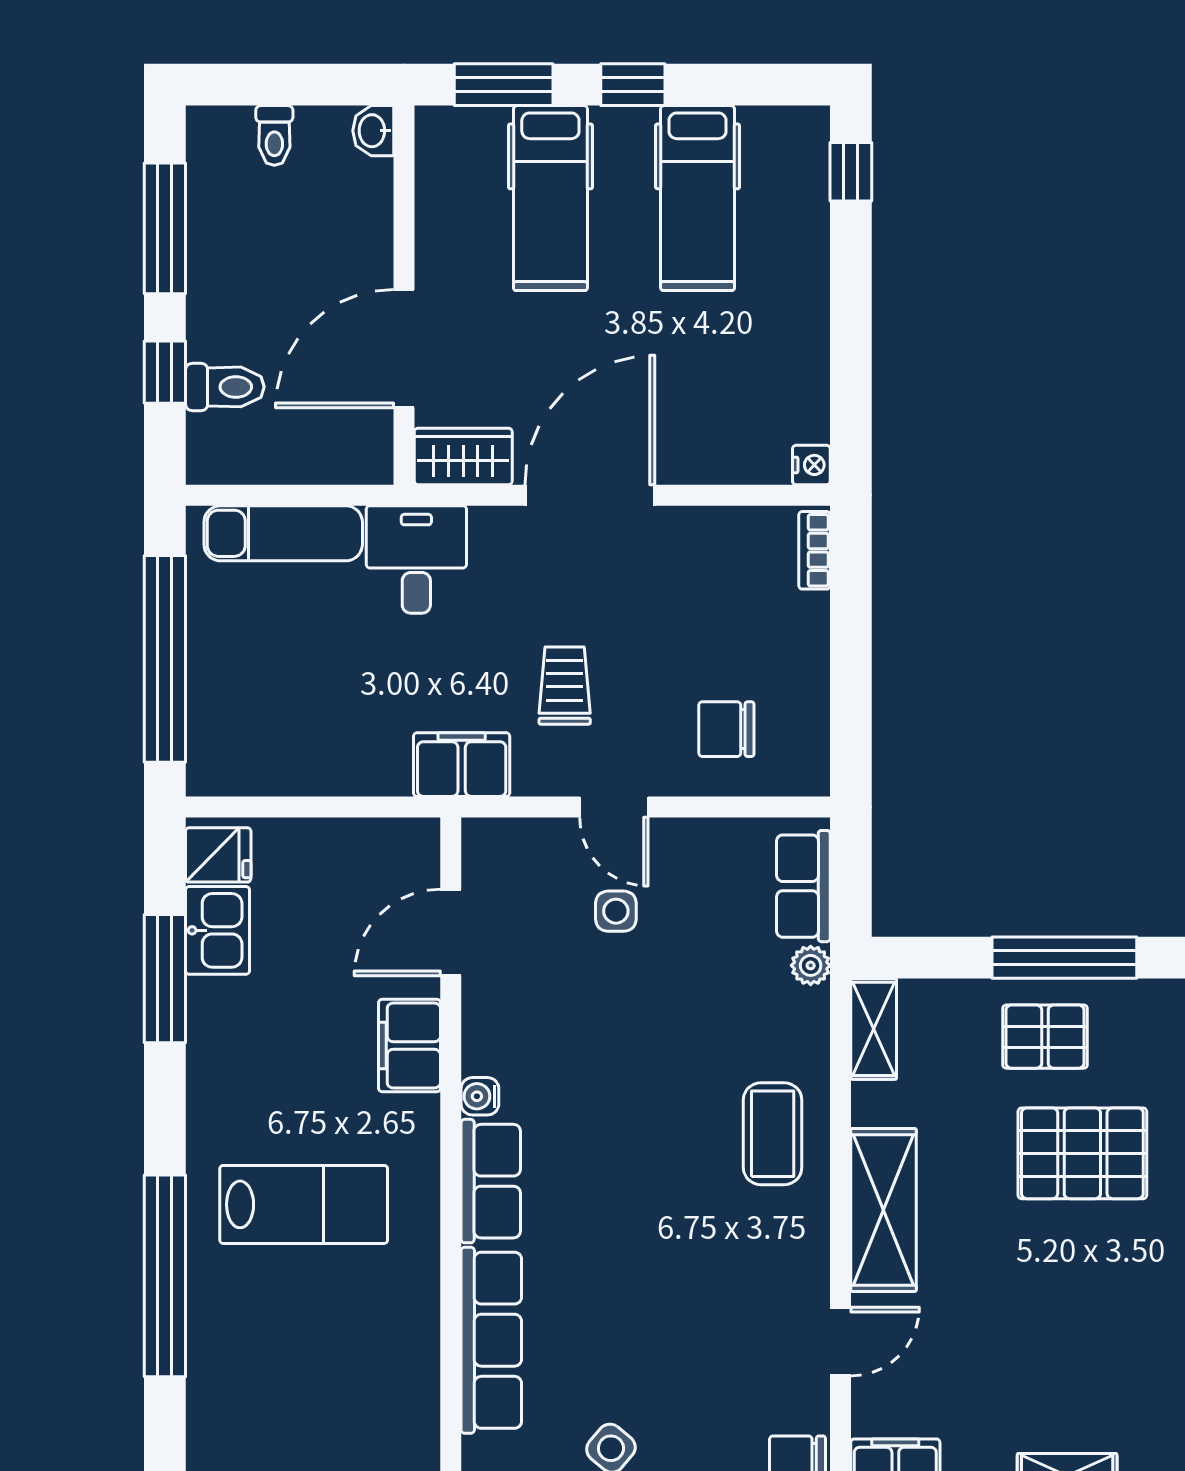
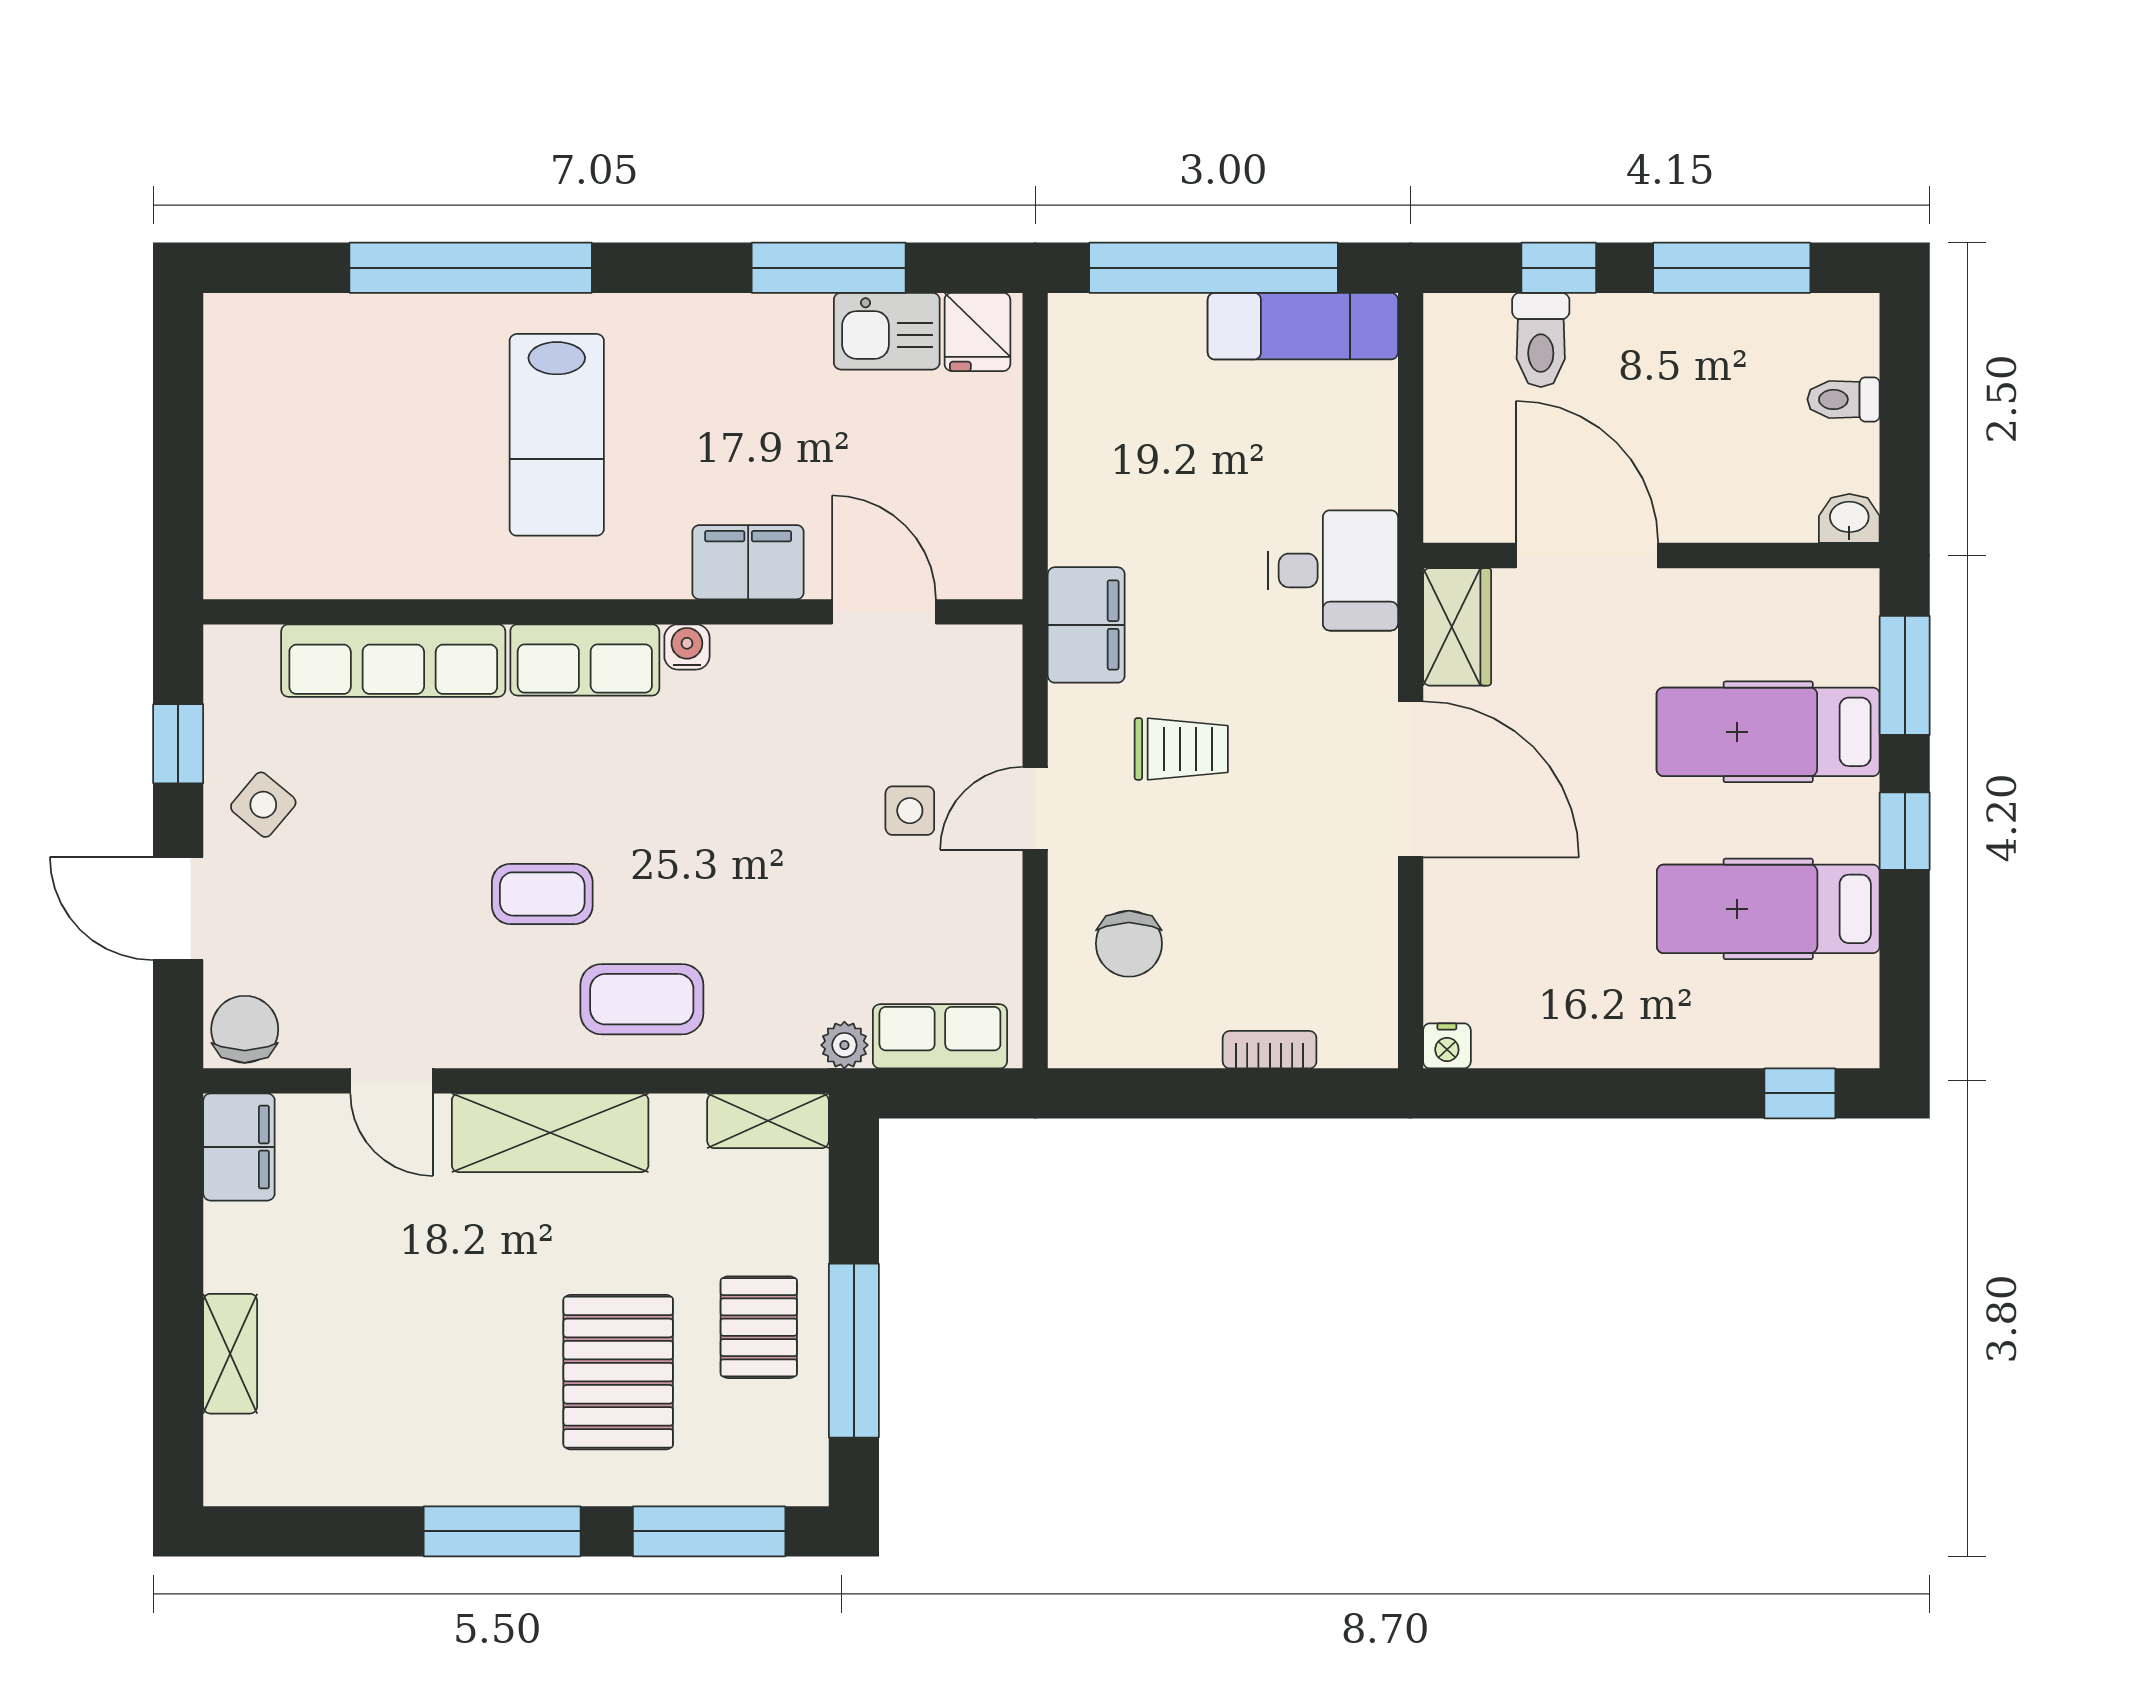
exam couch: (283, 533) -> (1303, 326), moved, turned -90
bookcase: (814, 550) -> (1270, 1050), moved
chair: (726, 729) -> (1129, 944), turned 180
coffee table: (685, 1216) -> (542, 894), added

